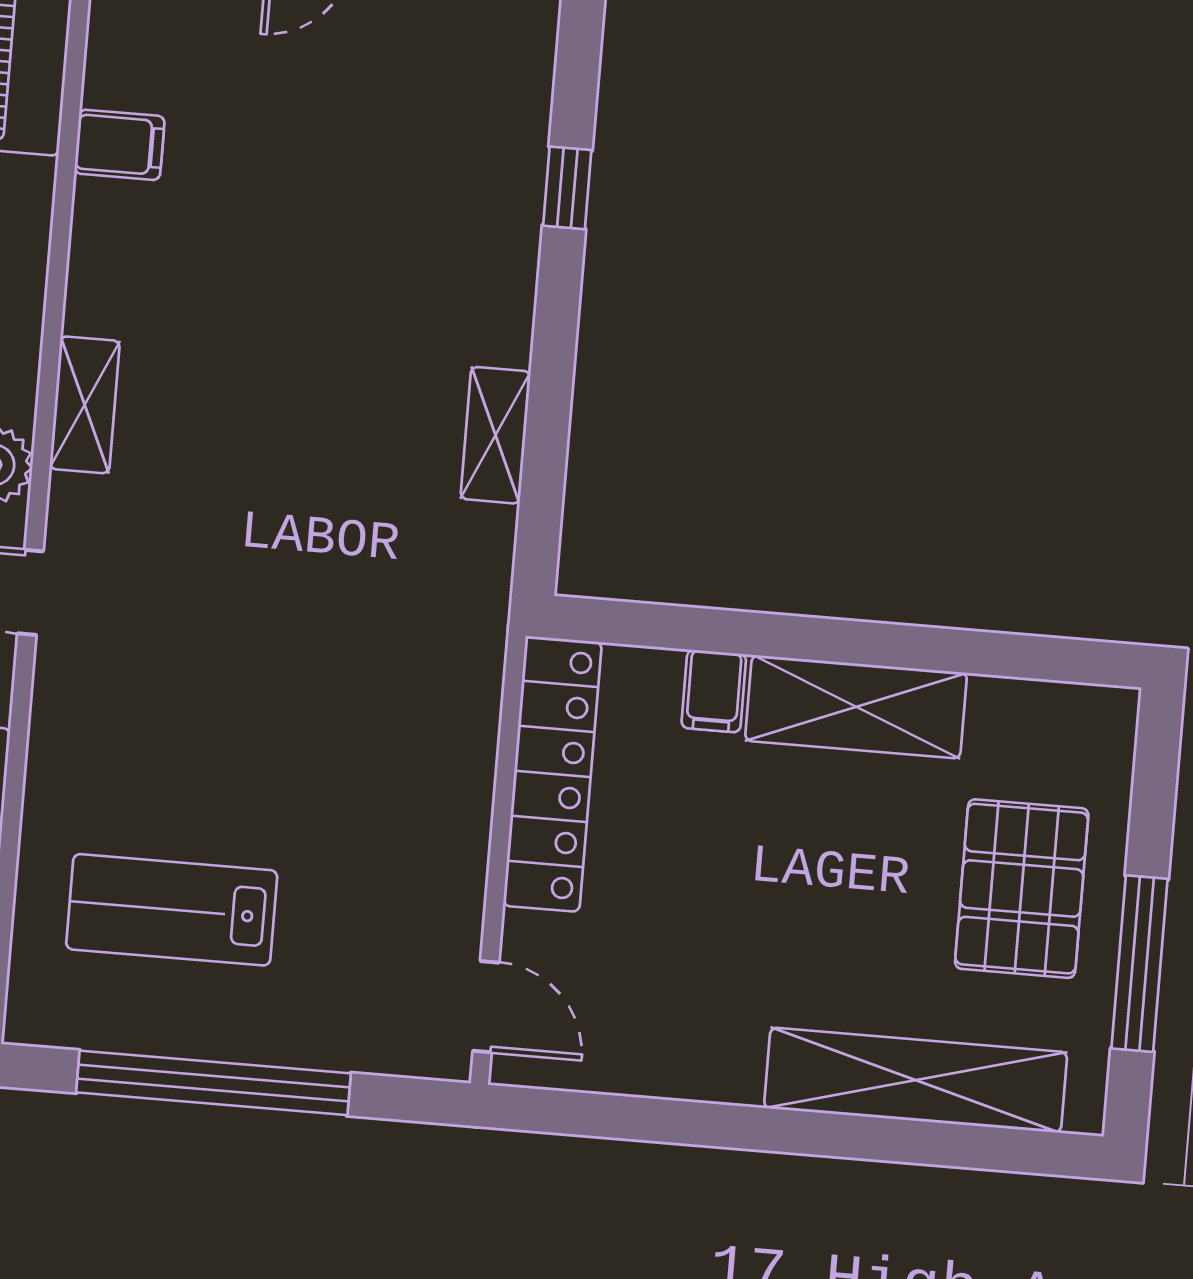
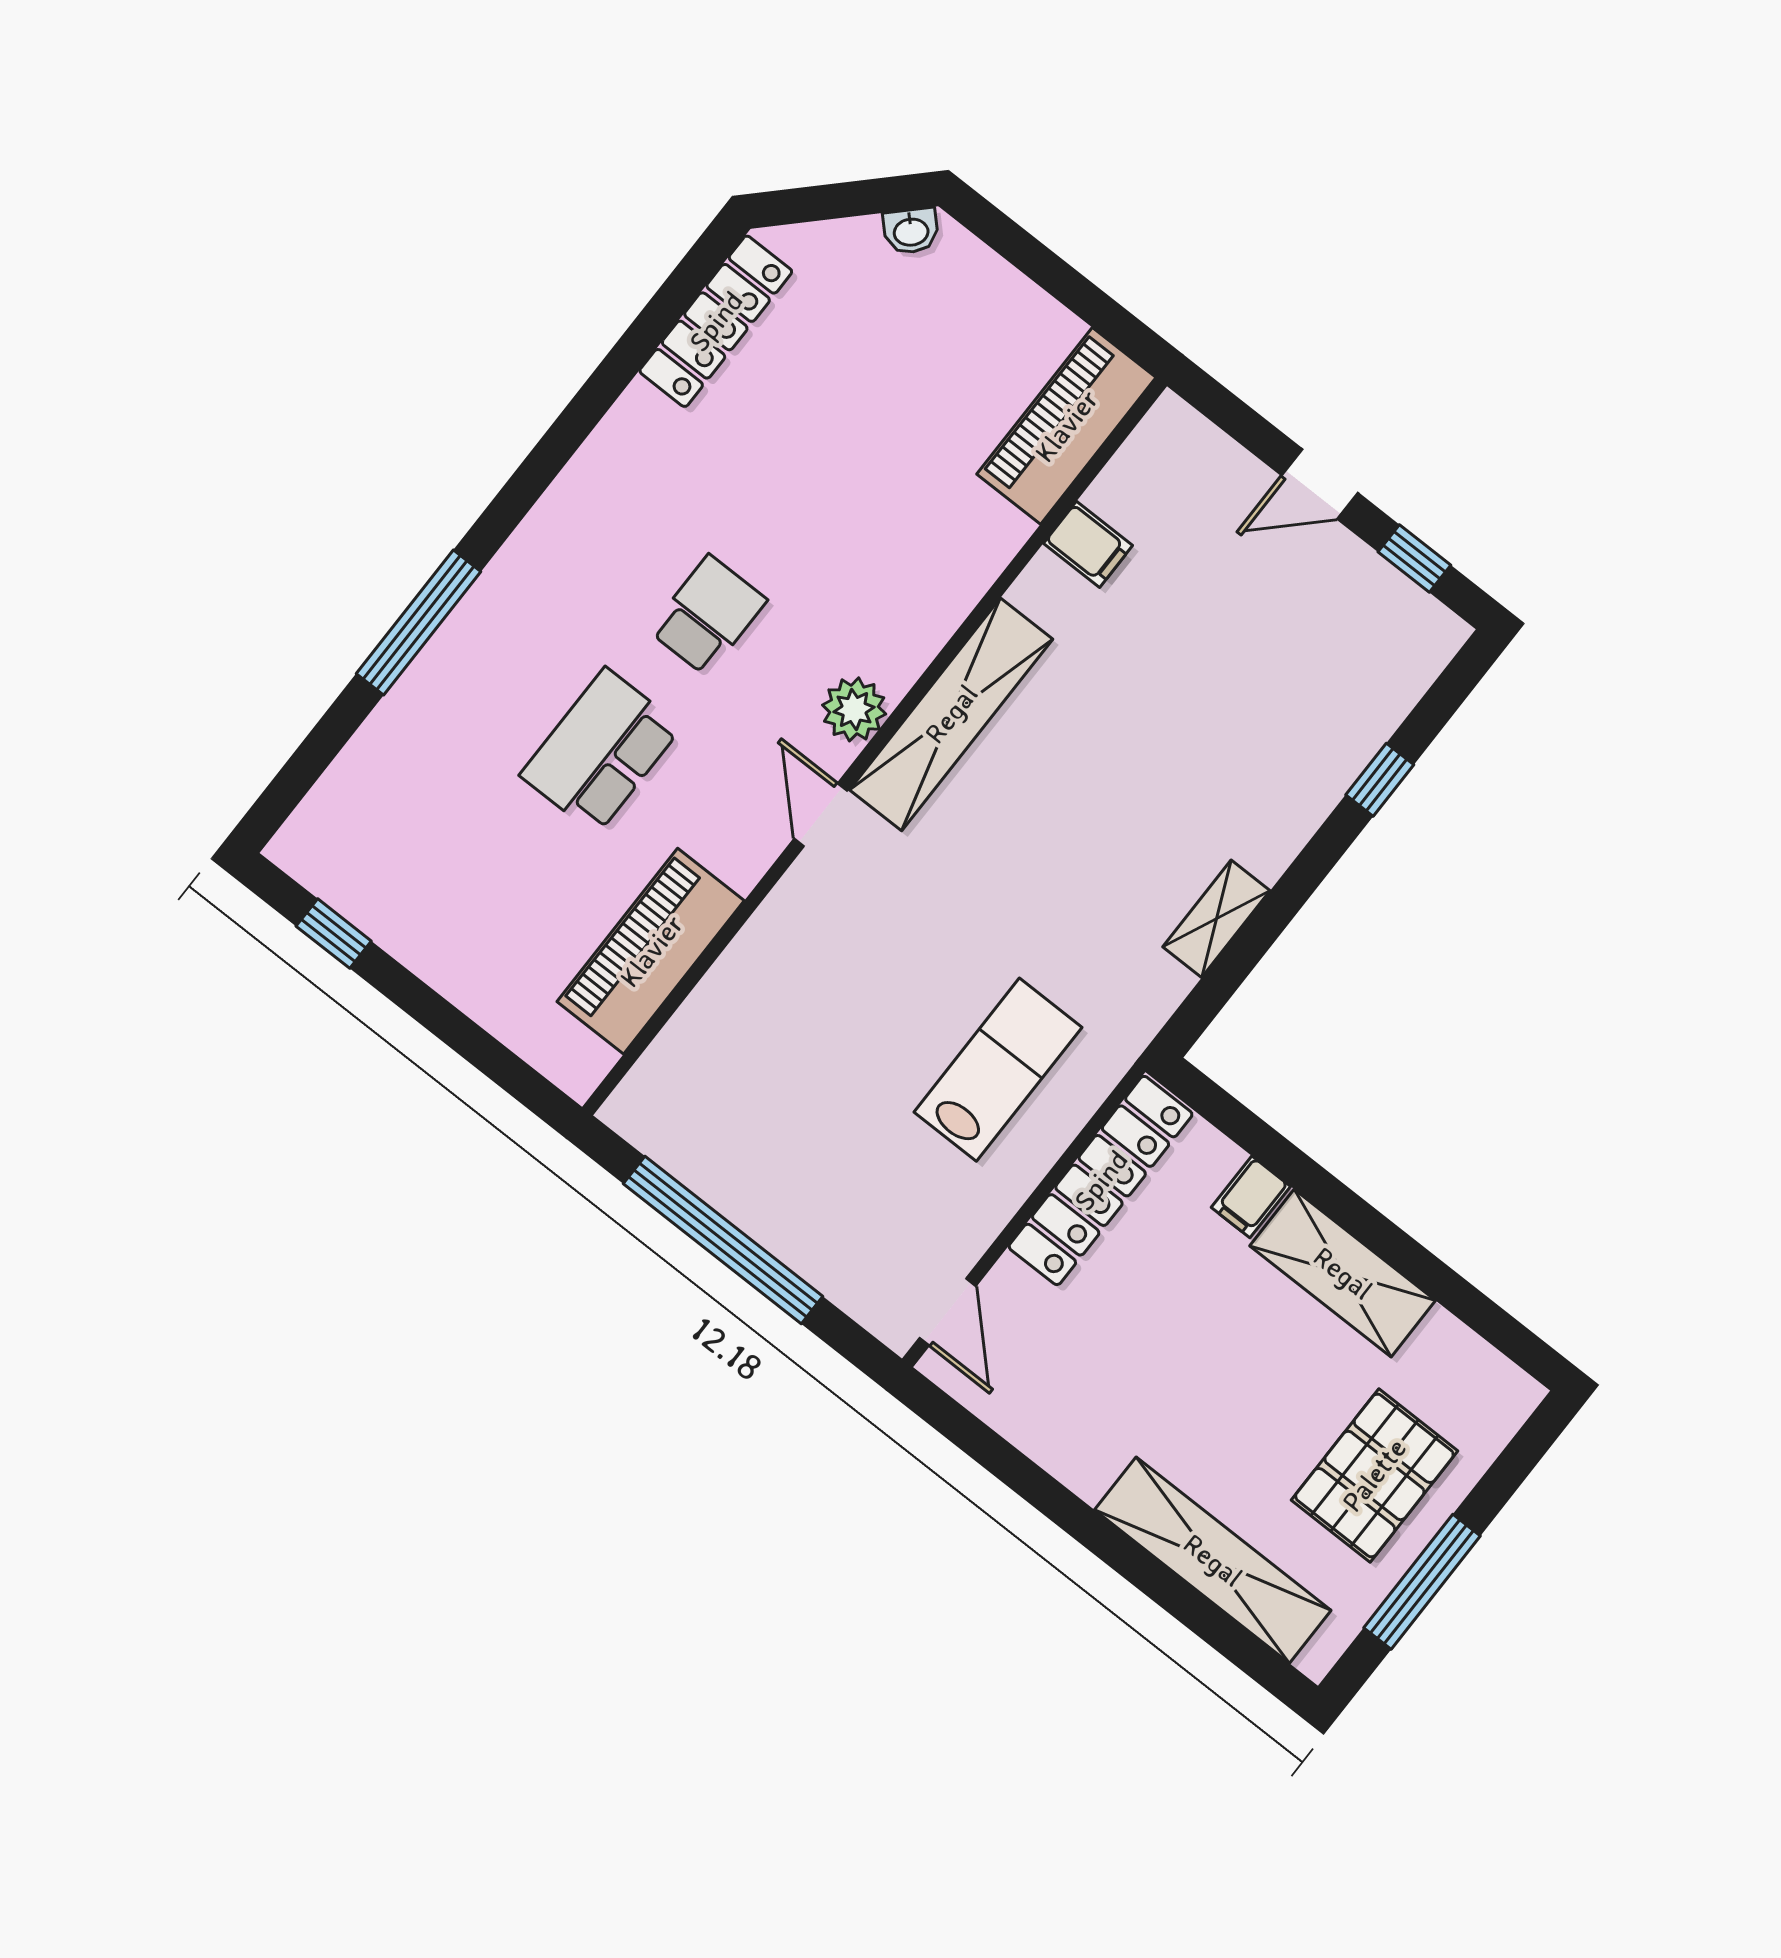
shelving: (85, 405) -> (951, 714), width x2.20, depth x1.33
lab bench: (172, 910) -> (998, 1070), moved, turned 90

